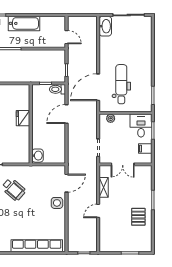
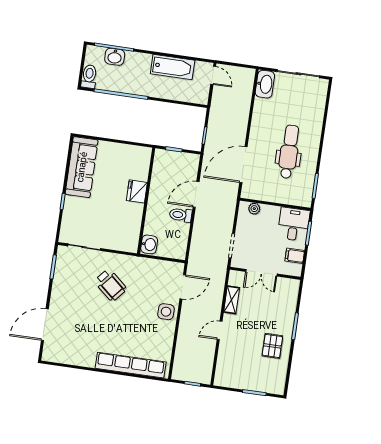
bathtub: (24, 23) -> (173, 67), moved
door: (67, 37) -> (213, 75), moved
dental chair: (121, 84) -> (289, 152), moved
toilet: (58, 89) -> (181, 215), moved

